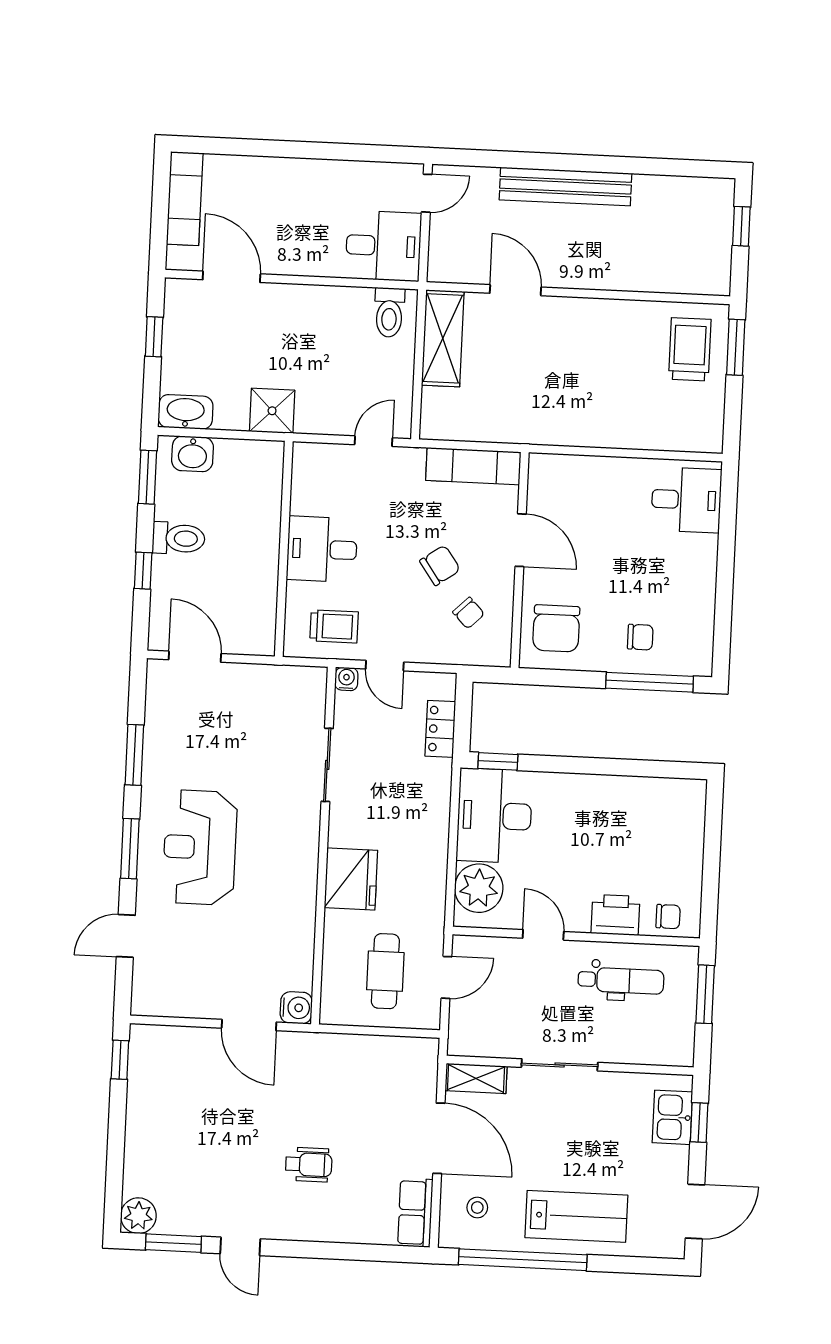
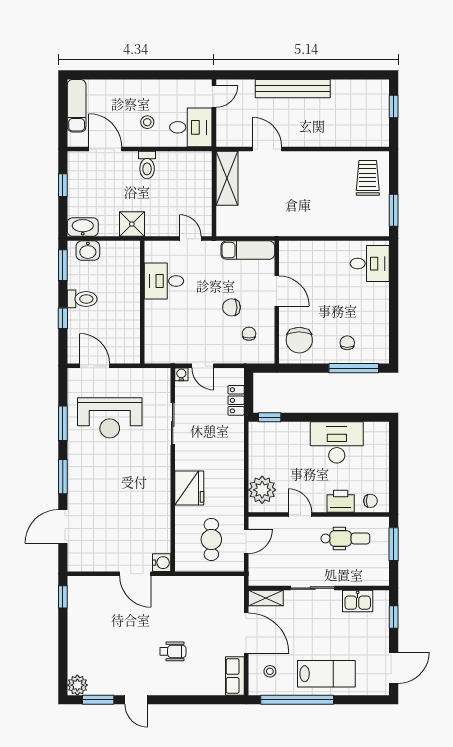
stool: (308, 233) -> (147, 122), added
toilet: (389, 312) -> (147, 165), moved
window: (736, 347) -> (394, 210), moved
door: (373, 441) -> (190, 239), hinge flipped
desk: (322, 549) -> (164, 281), moved
chair: (440, 565) -> (231, 307), turned -145
chair: (469, 613) -> (249, 334), turned -136
trolley: (334, 626) -> (173, 345), removed
chair: (640, 637) -> (347, 343), turned -90
desk: (494, 816) -> (337, 442), moved, turned 90
reception desk: (200, 847) -> (110, 418), moved, turned -90
door: (126, 936) -> (63, 526), width x1.38
kitchen sink: (672, 1117) -> (358, 601), moved, turned -90

